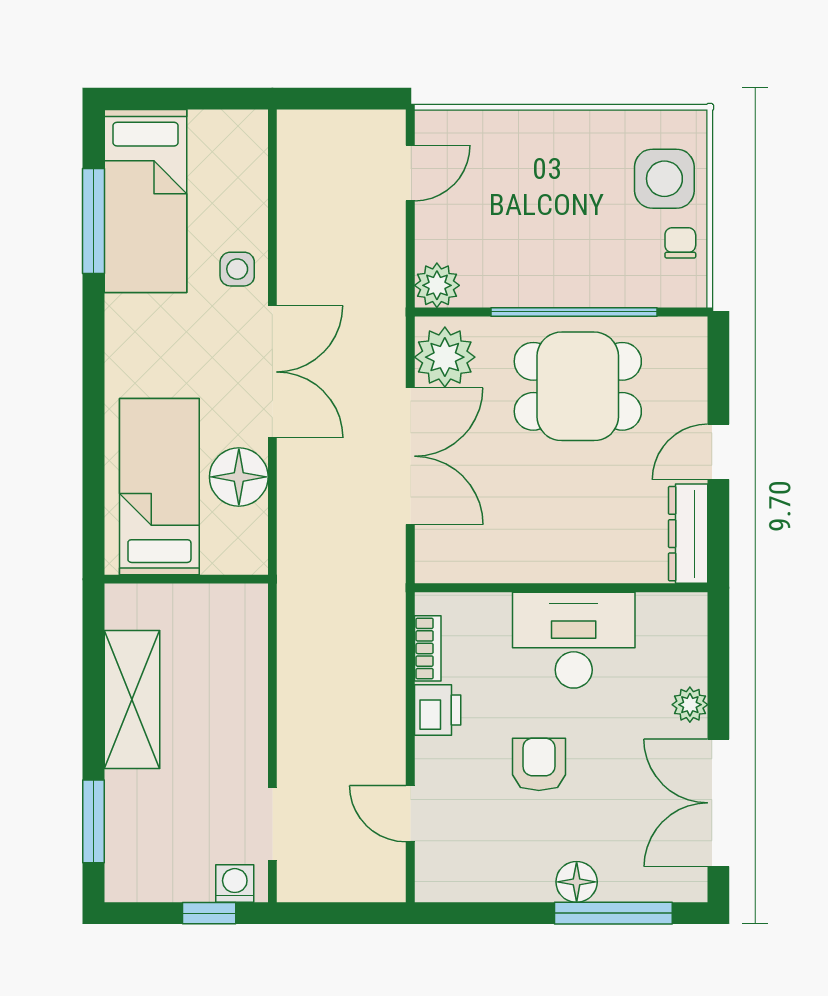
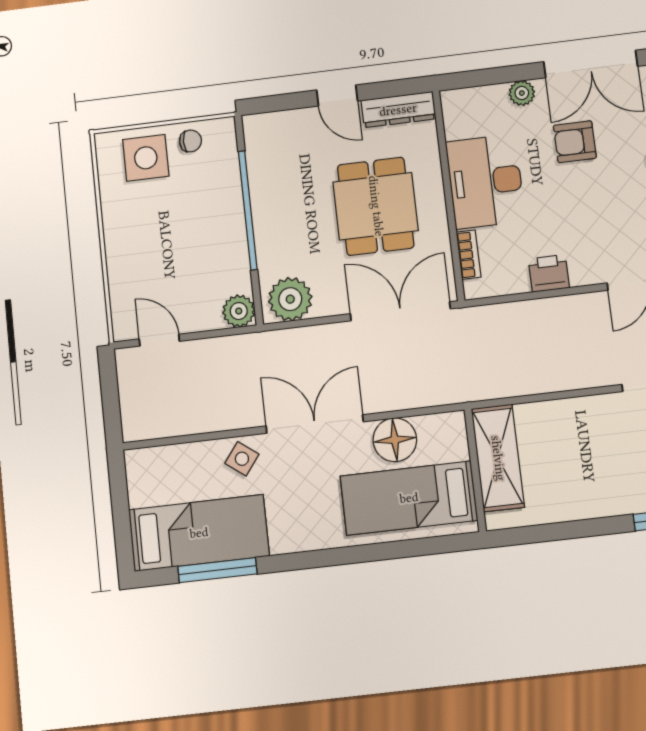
chair: (680, 243) -> (190, 141), turned 180
side table: (237, 269) -> (242, 459), turned 37
dining table: (578, 386) -> (376, 206), moved
double door: (410, 456) -> (400, 311), moved
bookcase: (428, 648) -> (469, 255), moved, turned 90
shelving: (132, 700) -> (498, 458), moved, turned 90
armchair: (539, 764) -> (575, 142), moved

